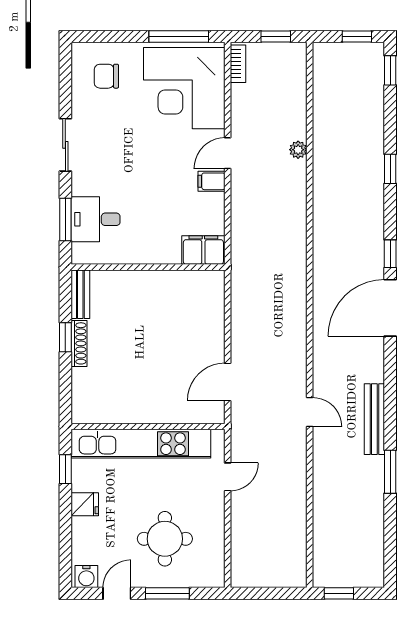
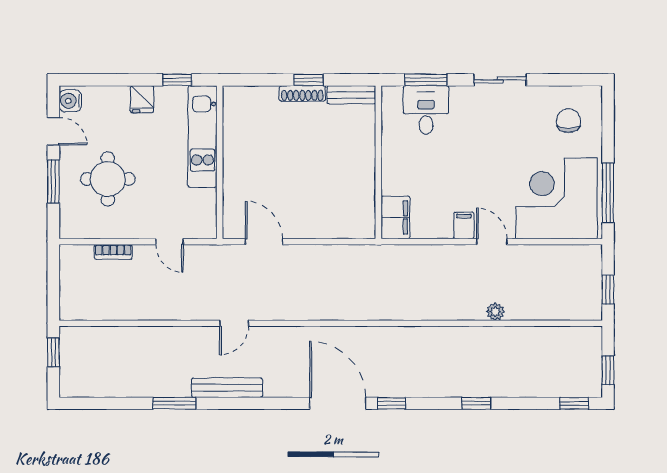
bookcase: (238, 64) -> (113, 252), moved
kitchen unit: (141, 444) -> (202, 137), width x0.73

